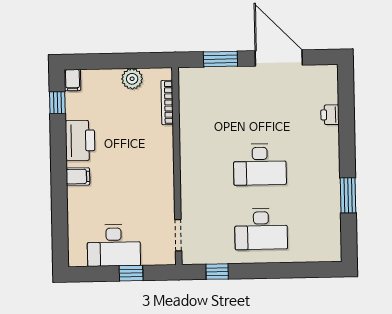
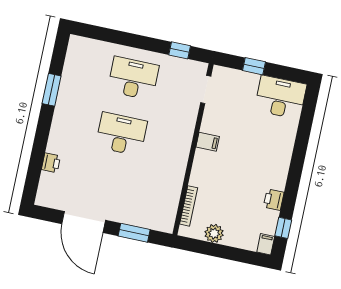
printer: (80, 141) -> (274, 200), width x0.53, depth x0.68
filing cabinet: (78, 177) -> (208, 142), moved, turned 180
desk: (114, 245) -> (280, 97), moved

